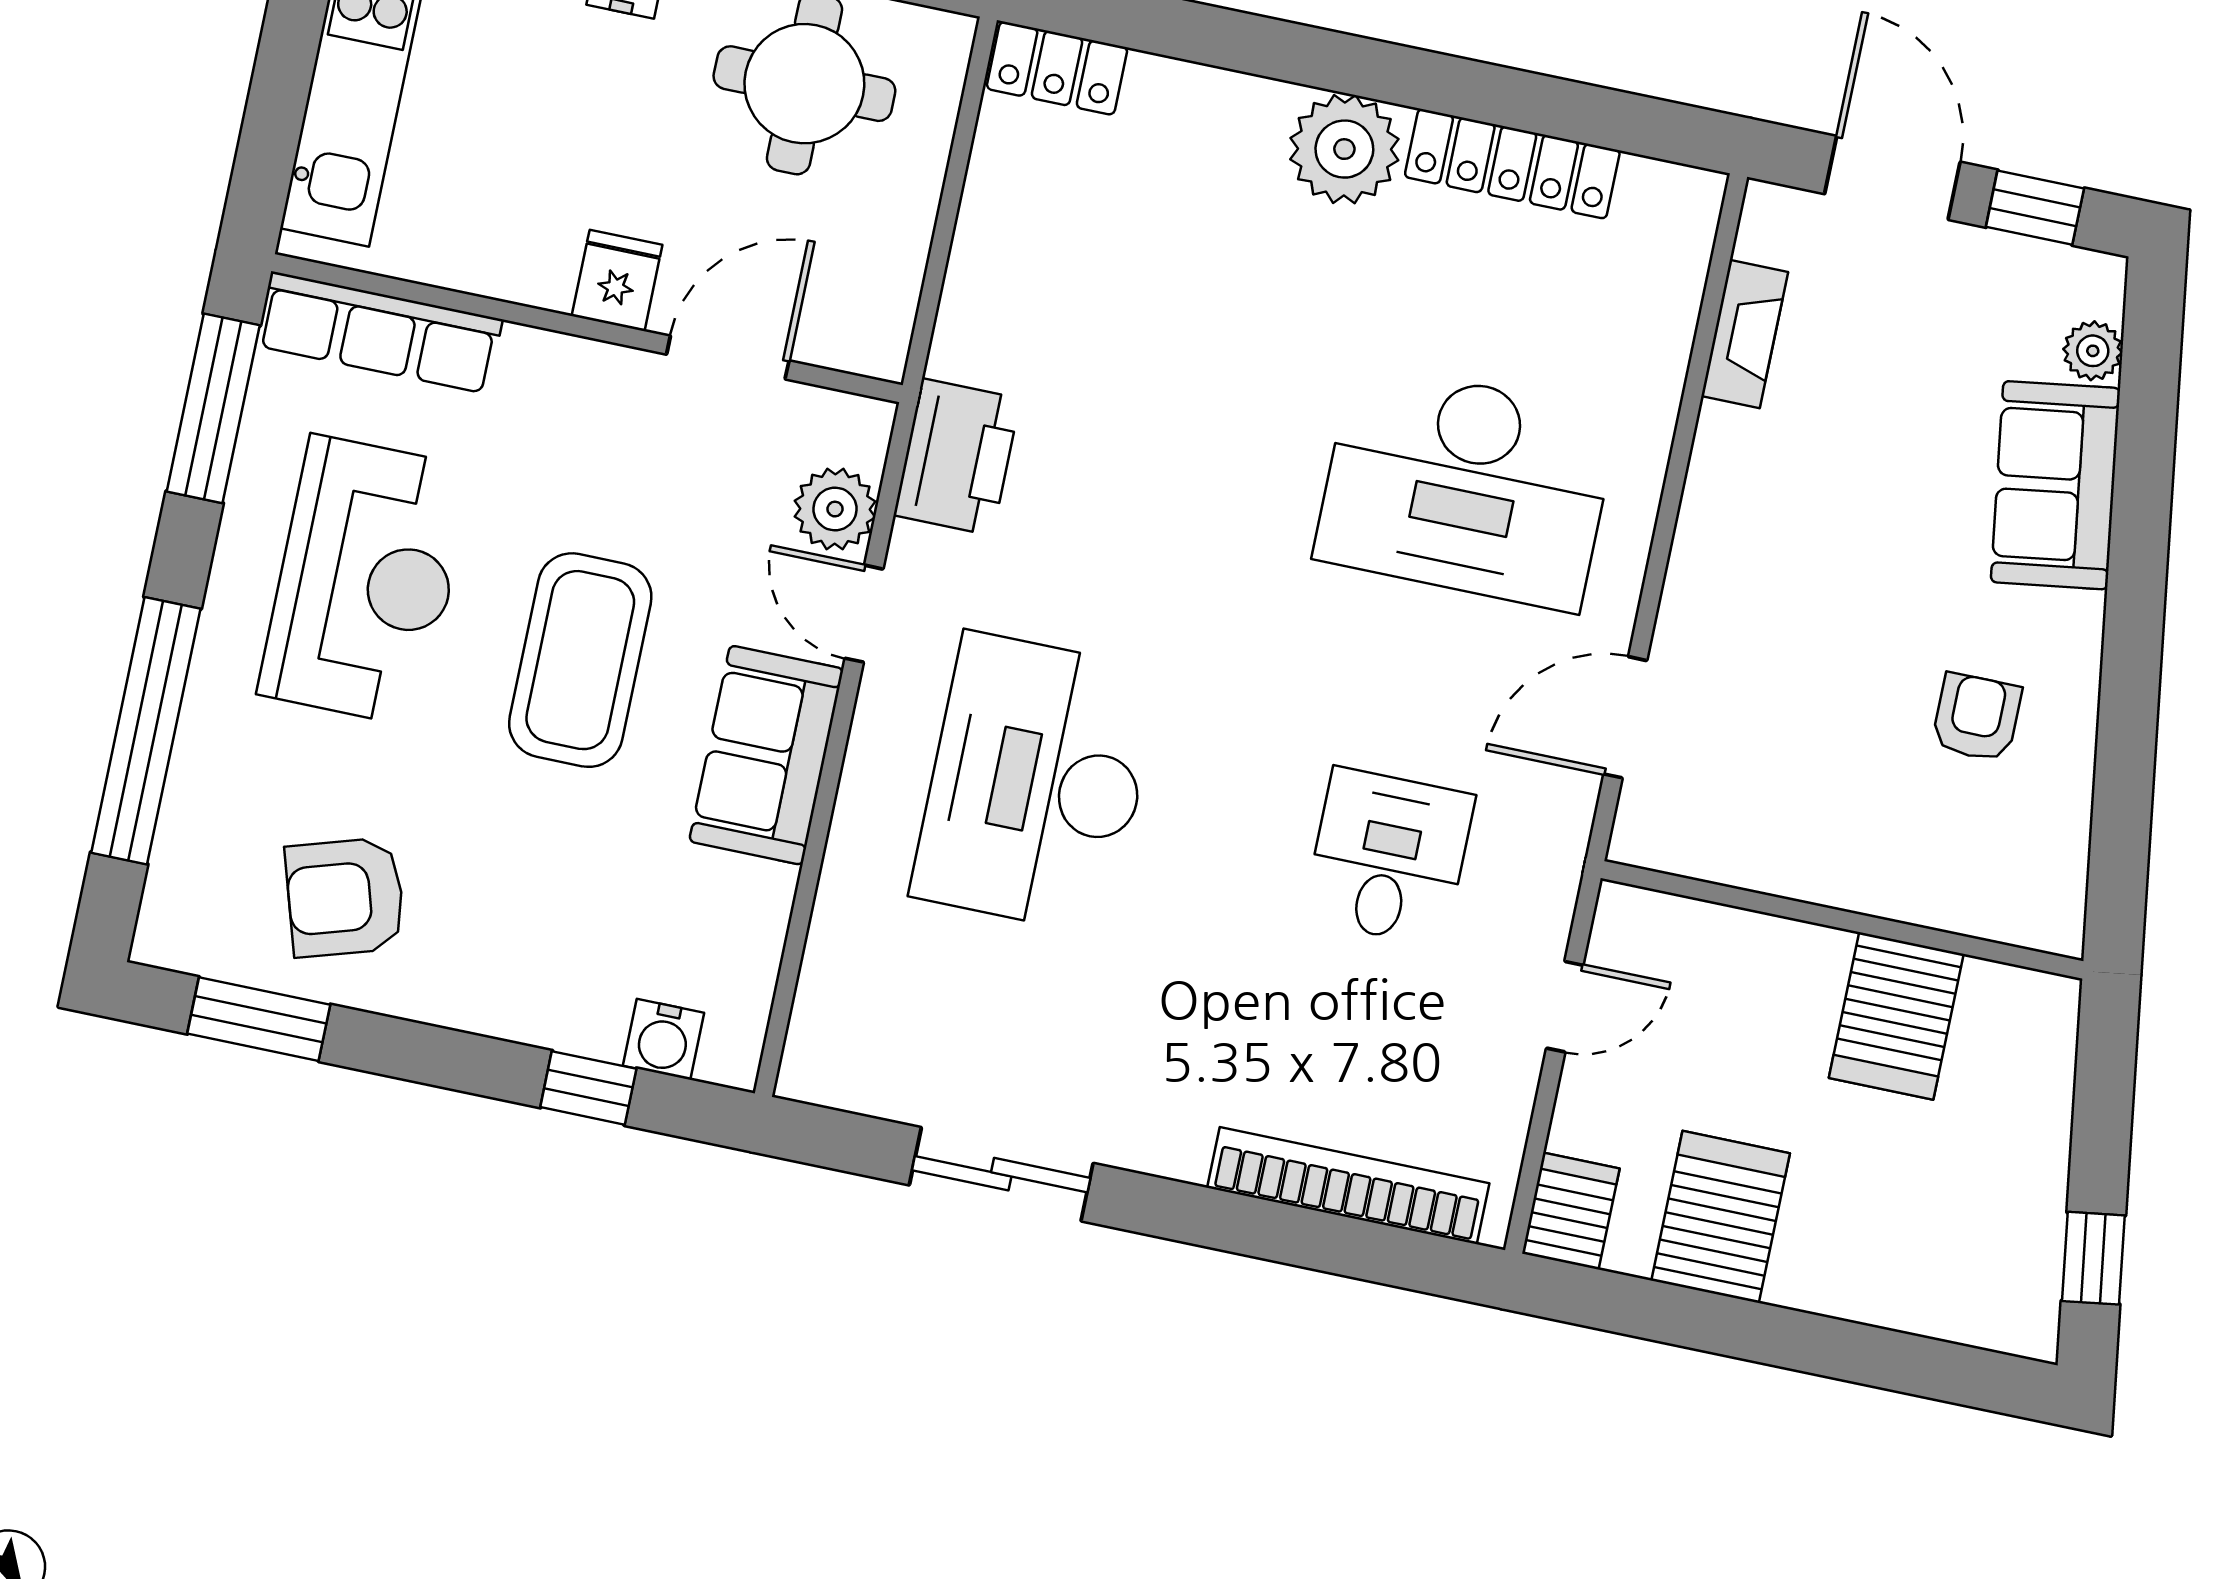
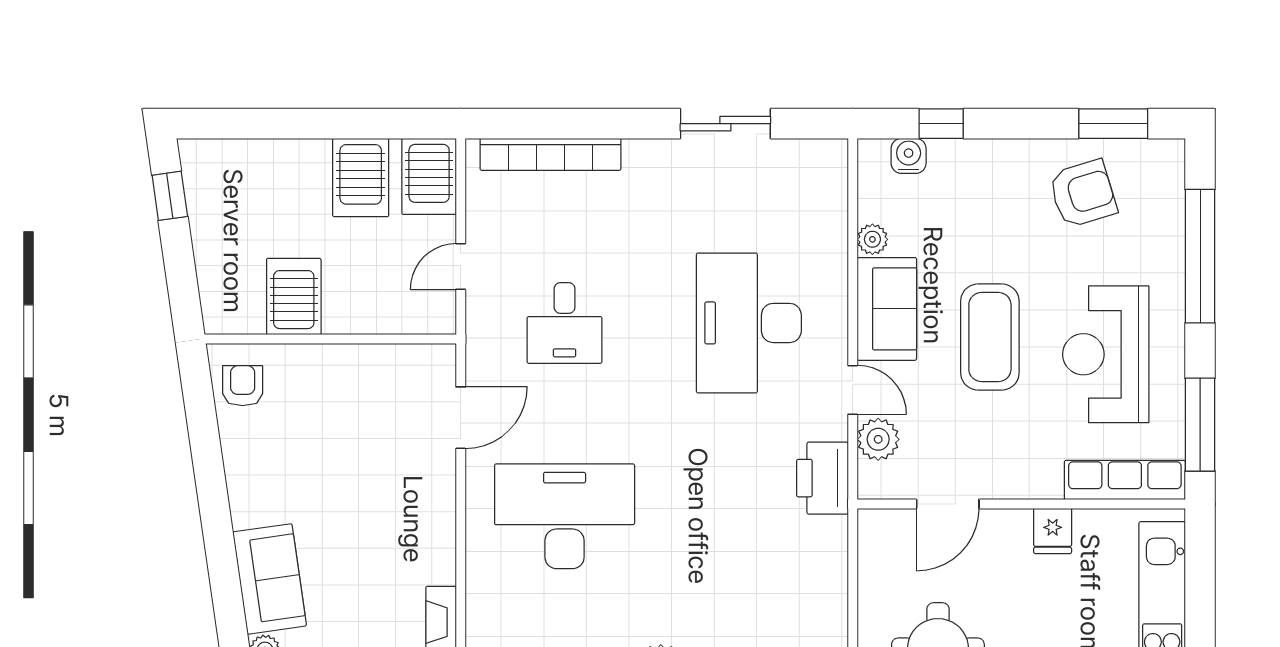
fridge: (617, 280) -> (1053, 531), moved
armchair: (1977, 717) -> (243, 386), moved, turned 180
desk: (1036, 783) -> (749, 323), turned 180
plant: (766, 894) -> (872, 239), added
server rack: (1571, 1211) -> (429, 176), width x1.36, depth x1.44

